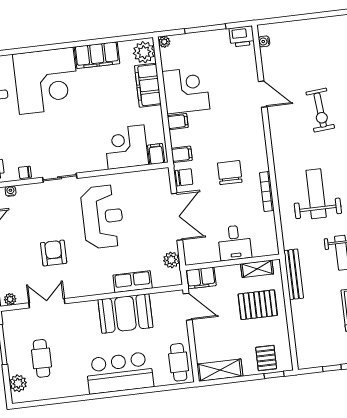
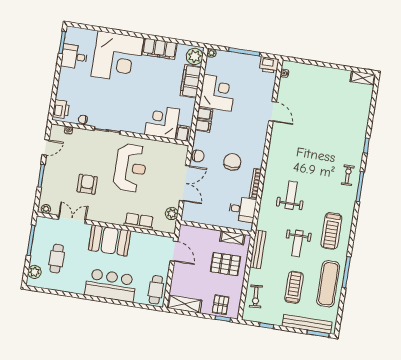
exercise bike: (320, 110) -> (256, 297), moved, width x0.73, depth x0.72
filing cabinet: (182, 154) -> (203, 126), moved
weight bench: (316, 194) -> (291, 195), width x0.73, depth x0.75
desk: (235, 243) -> (242, 209), moved, turned -90
filing cabinet: (201, 278) -> (190, 233), removed
booth: (125, 314) -> (110, 240), moved

